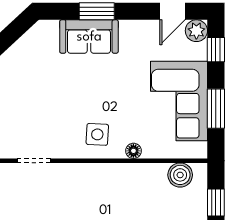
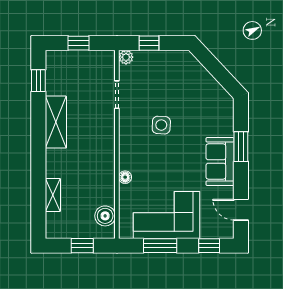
plant: (196, 31) -> (225, 229), removed
sofa: (89, 37) -> (220, 161), moved
side table: (97, 134) -> (161, 125), moved

